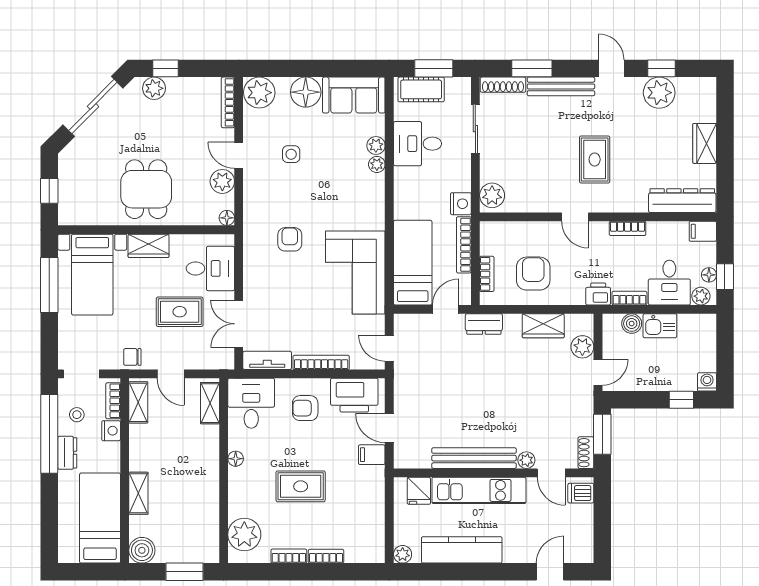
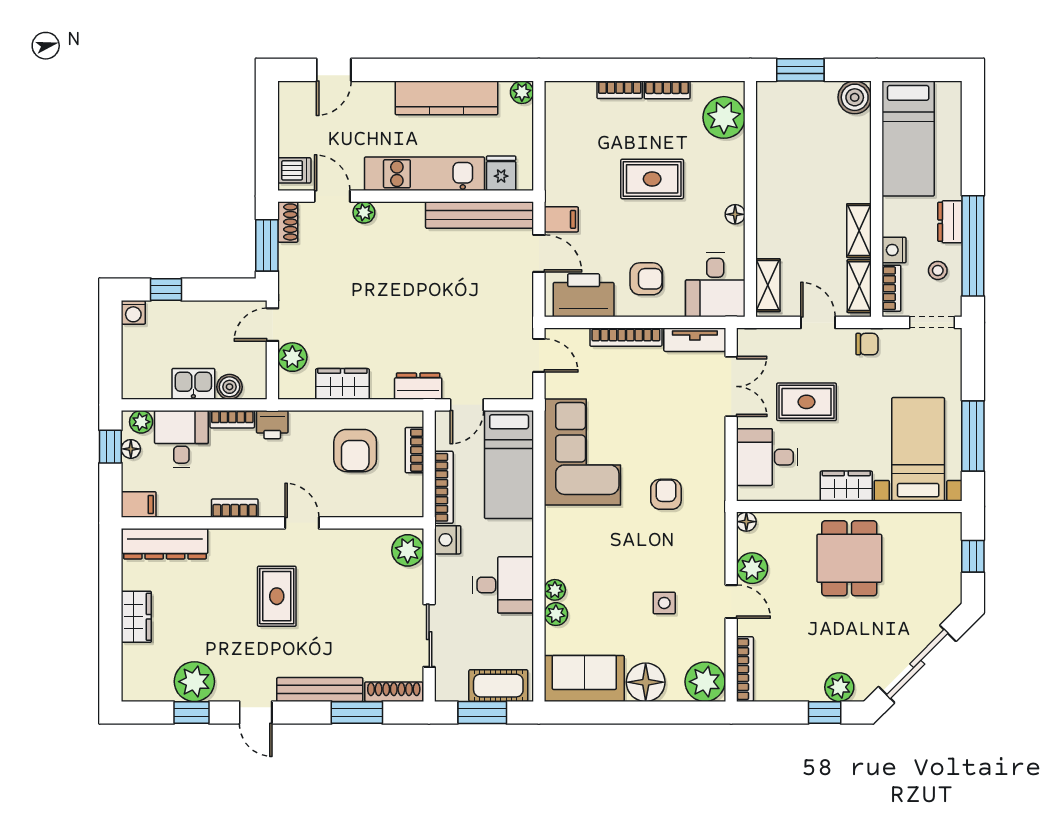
desk: (418, 144) -> (503, 585), moved
armchair: (290, 239) -> (666, 494), turned 180
bench: (474, 458) -> (480, 215), moved
shelving: (138, 493) -> (859, 231), moved

